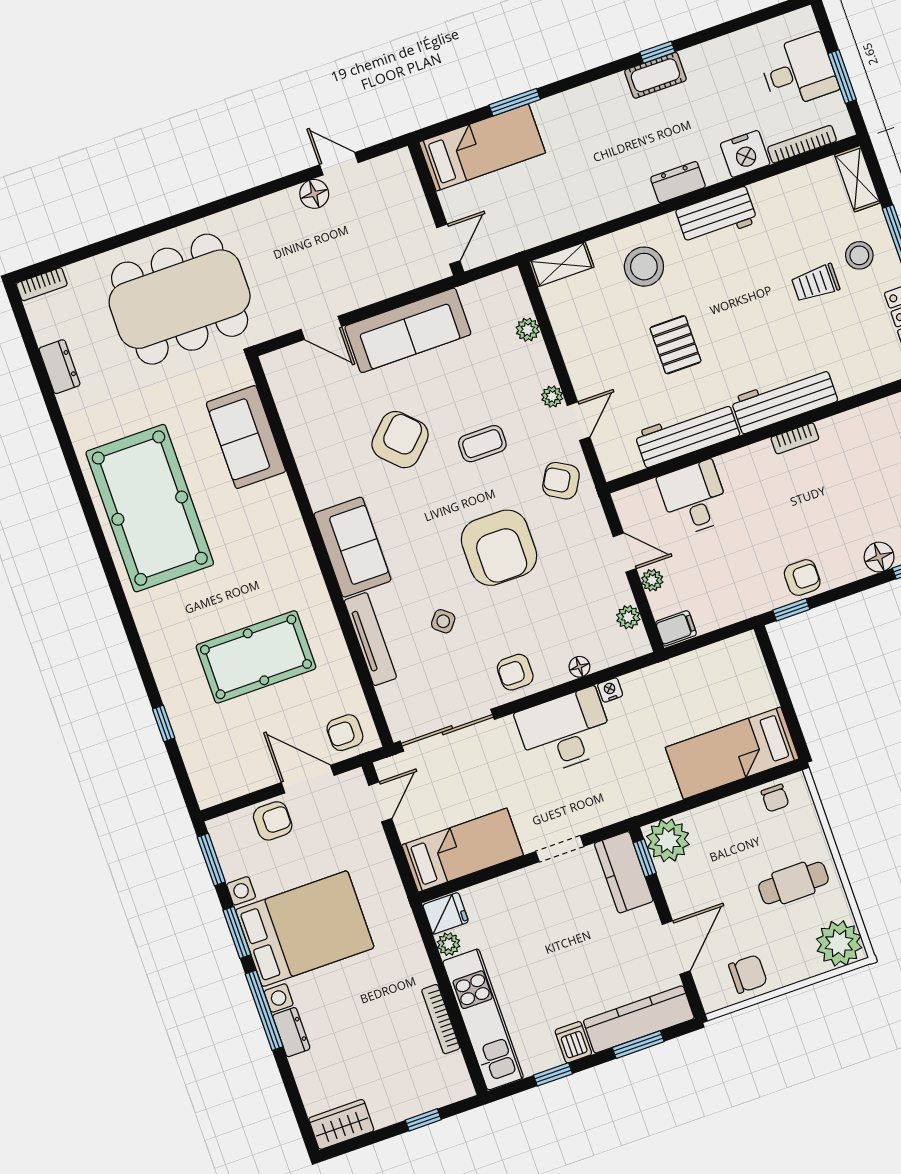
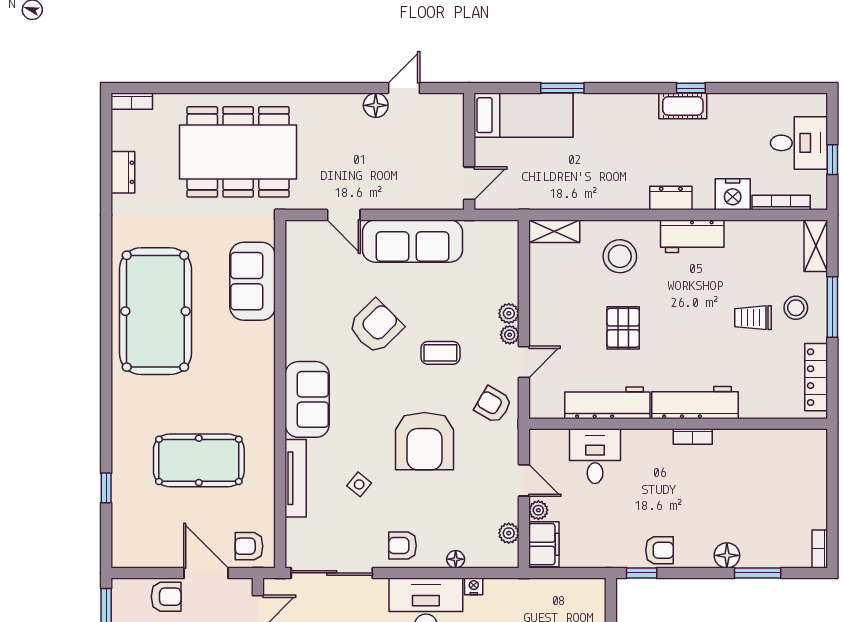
window: (842, 77) -> (832, 160), width x0.67
door: (339, 164) -> (404, 88), hinge flipped
plant: (528, 330) -> (509, 313), moved
filing cabinet: (676, 628) -> (544, 544), width x2.00

